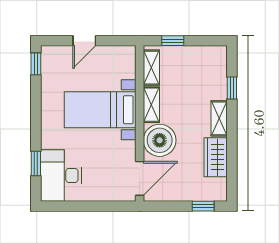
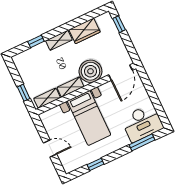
window: (36, 64) -> (96, 164), moved
window: (36, 163) -> (142, 142), width x1.50
door: (140, 178) -> (120, 73), swing flipped

